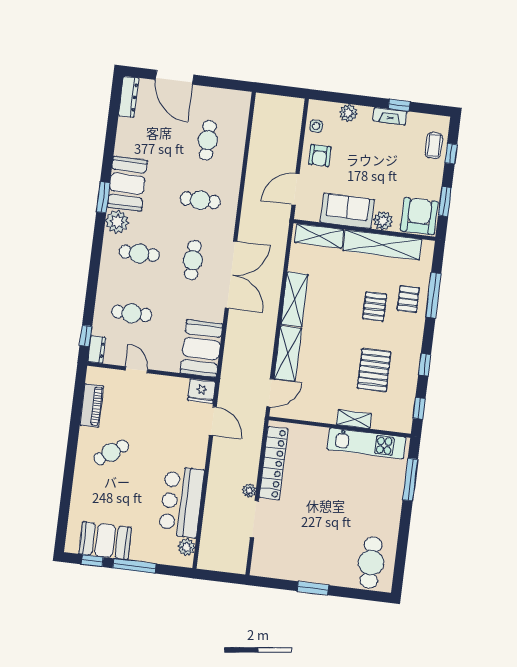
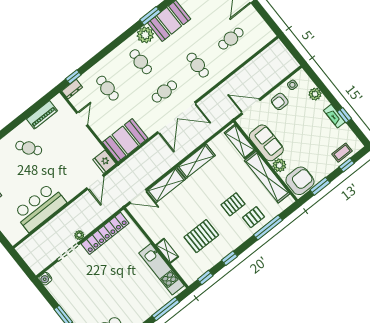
plant: (186, 547) -> (20, 233), removed
water cooler: (258, 568) -> (45, 279), added

